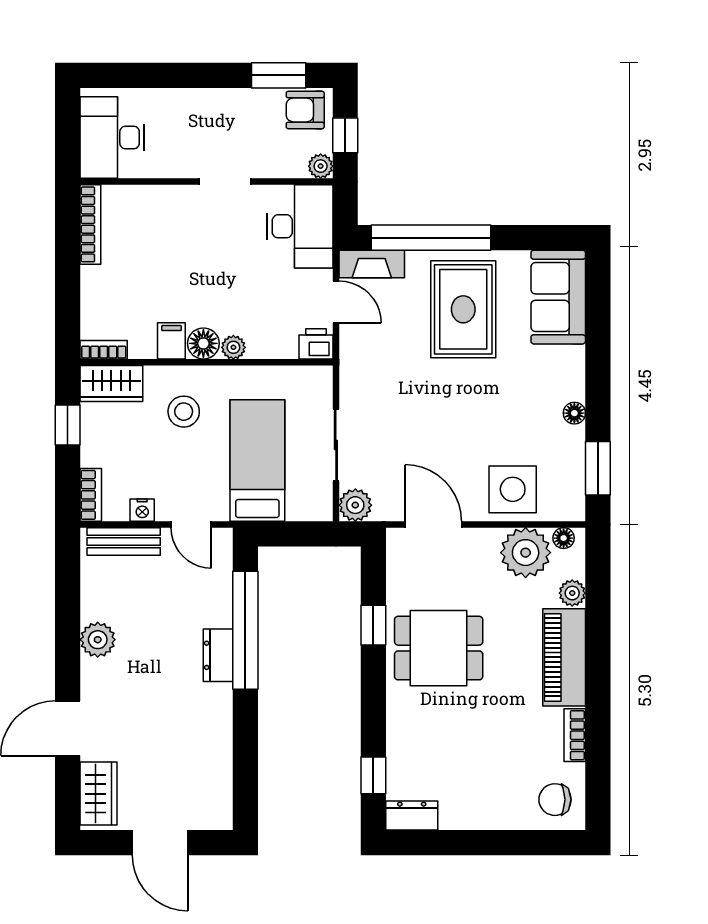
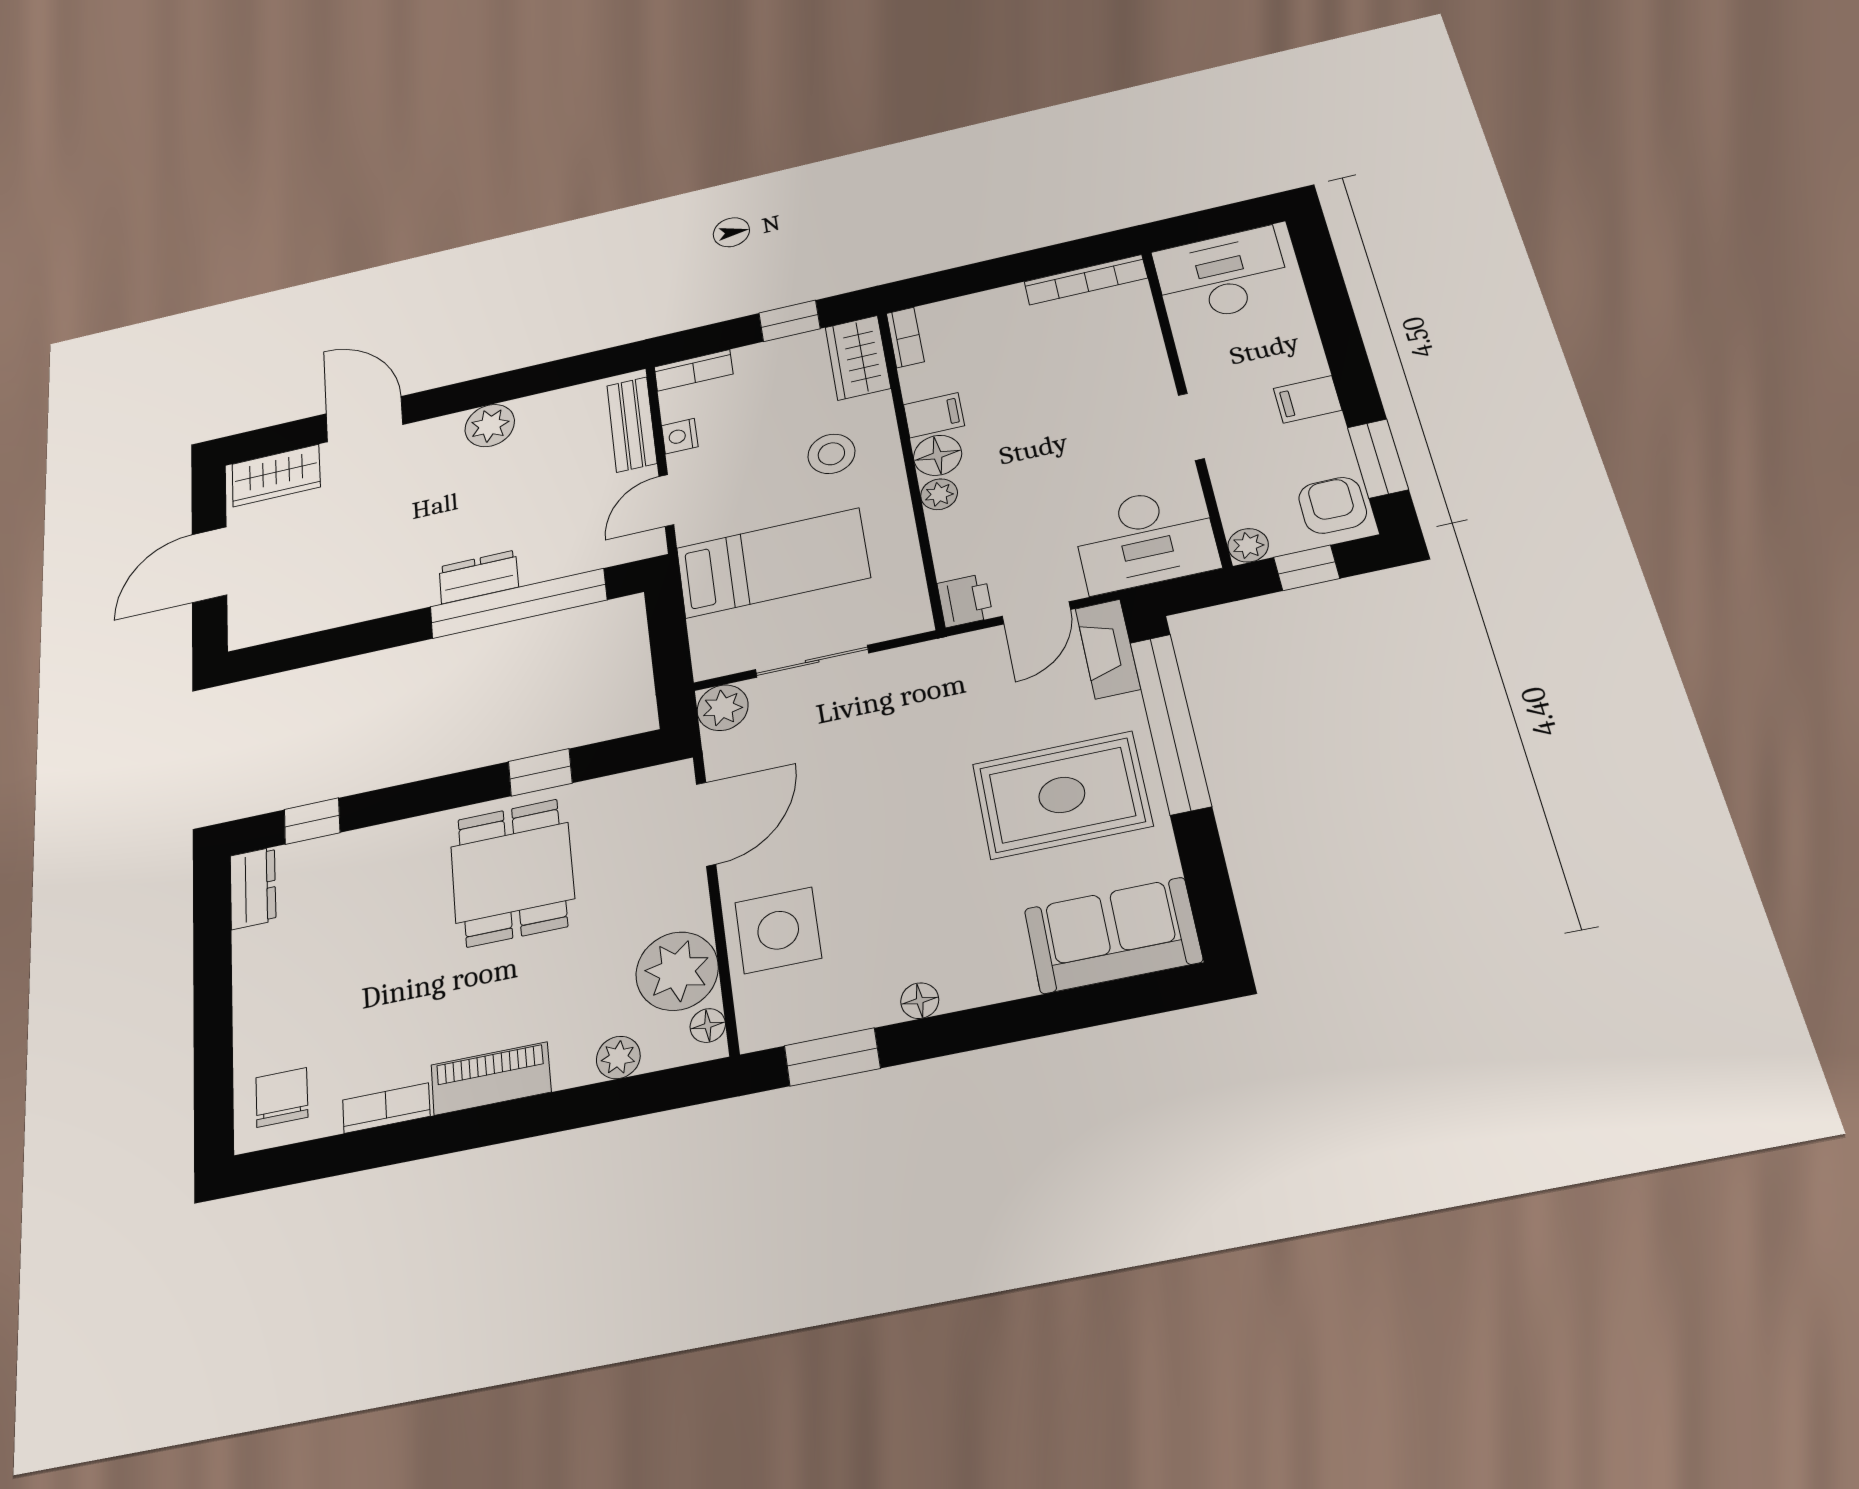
filing cabinet: (224, 107) -> (1308, 399), added
piano: (564, 657) -> (491, 1078), width x0.73, depth x0.75

